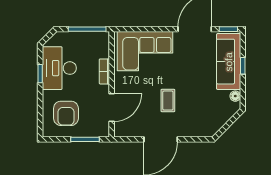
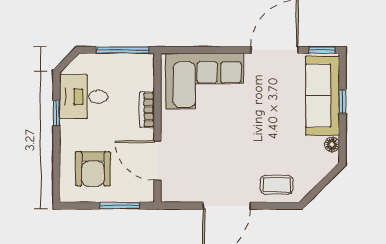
desk: (59, 68) -> (83, 97), width x0.73
coffee table: (168, 101) -> (277, 185), moved, turned 90
door: (112, 107) -> (157, 161), swing flipped

